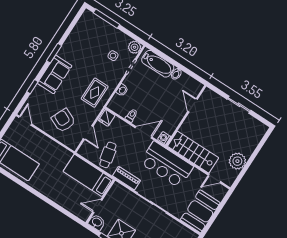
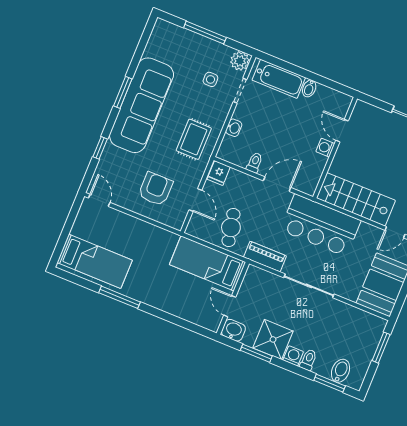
window: (106, 19) -> (205, 33), moved
sofa: (55, 75) -> (142, 105), width x1.85, depth x1.27
armchair: (63, 120) -> (155, 189), turned 66
washing machine: (164, 138) -> (325, 148), moved
window: (26, 187) -> (120, 297), added
door: (97, 206) -> (230, 306), hinge flipped

